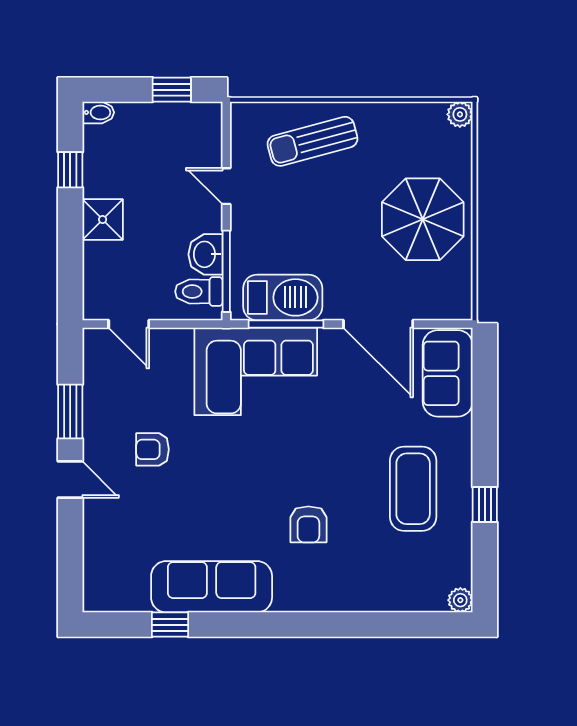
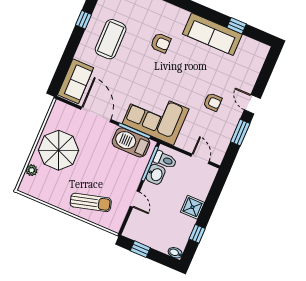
plant: (460, 114) -> (32, 170), moved
armchair: (308, 524) -> (161, 43), turned 90

